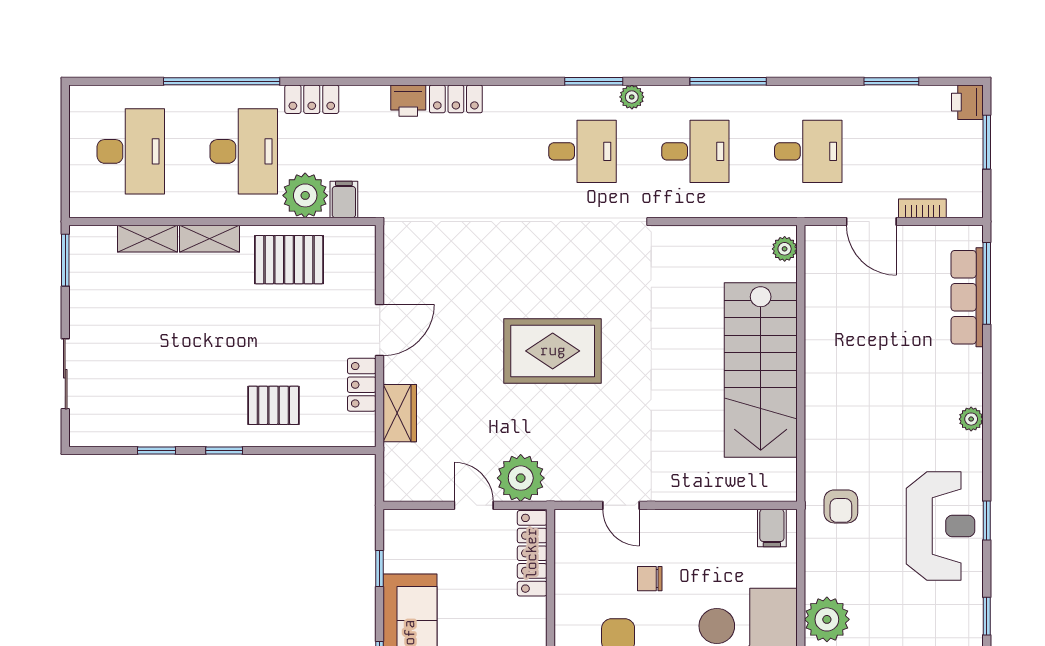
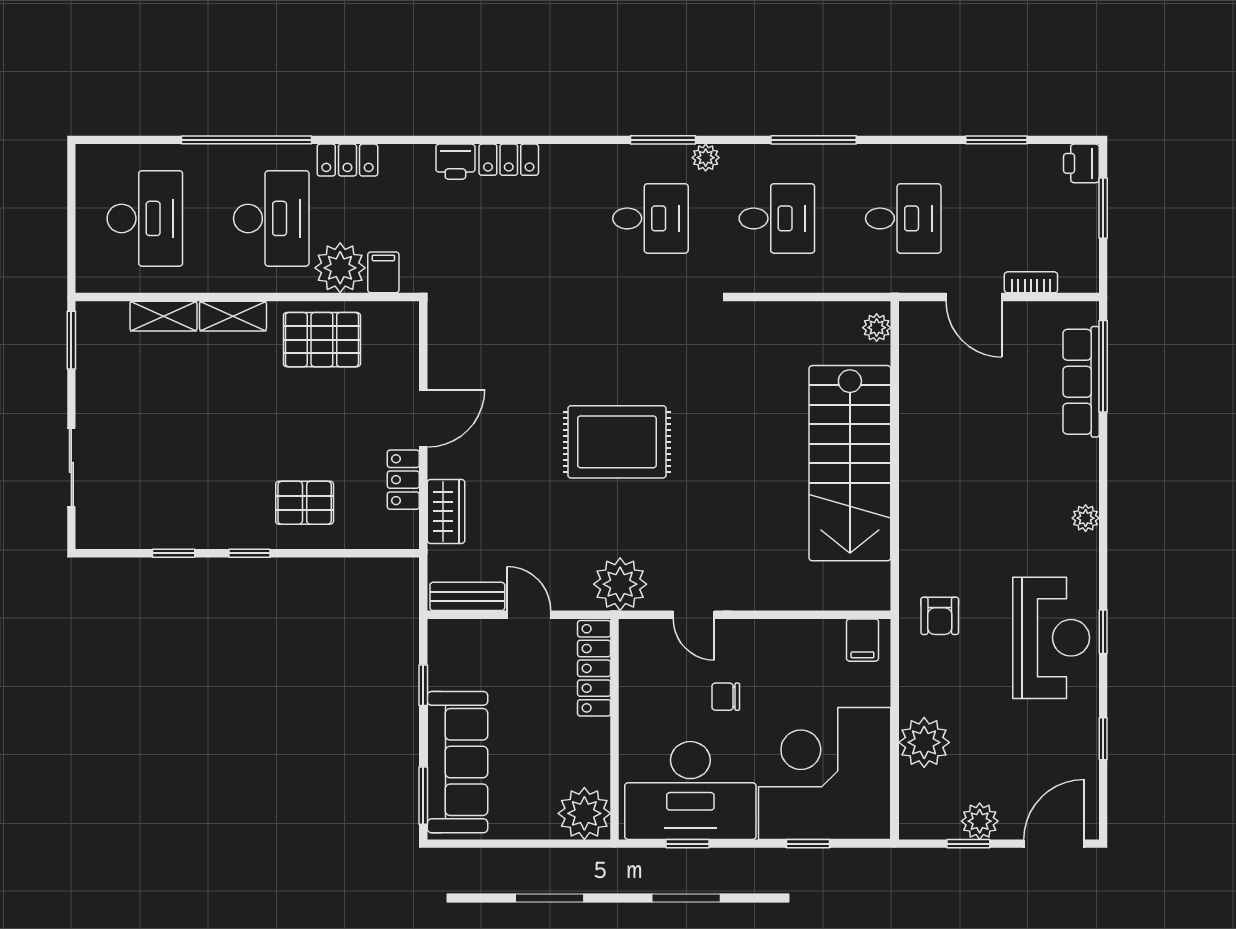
plant: (521, 478) -> (620, 584), moved
bench: (419, 489) -> (467, 596), added

